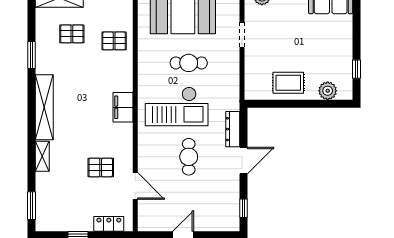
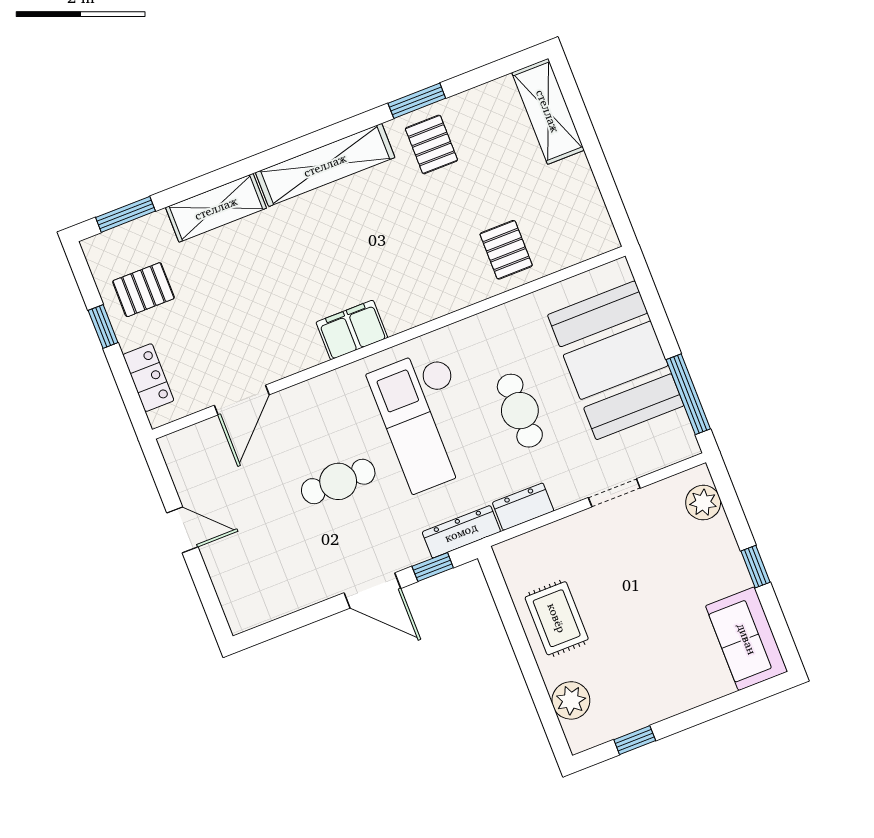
pallet: (72, 34) -> (431, 144), moved
dresser: (232, 78) -> (523, 507), added
filing cabinet: (123, 107) -> (352, 330), moved
dresser: (233, 129) -> (461, 532), moved
shelving: (42, 156) -> (216, 208), width x1.50, depth x1.33
pallet: (101, 167) -> (143, 290), moved, turned 90
window: (244, 208) -> (433, 567), moved

